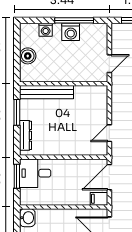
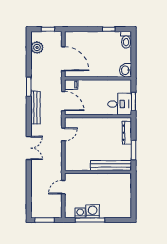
washing machine: (46, 30) -> (80, 213), moved
boiler: (28, 56) -> (125, 193), removed
door: (109, 177) -> (63, 101), hinge flipped

